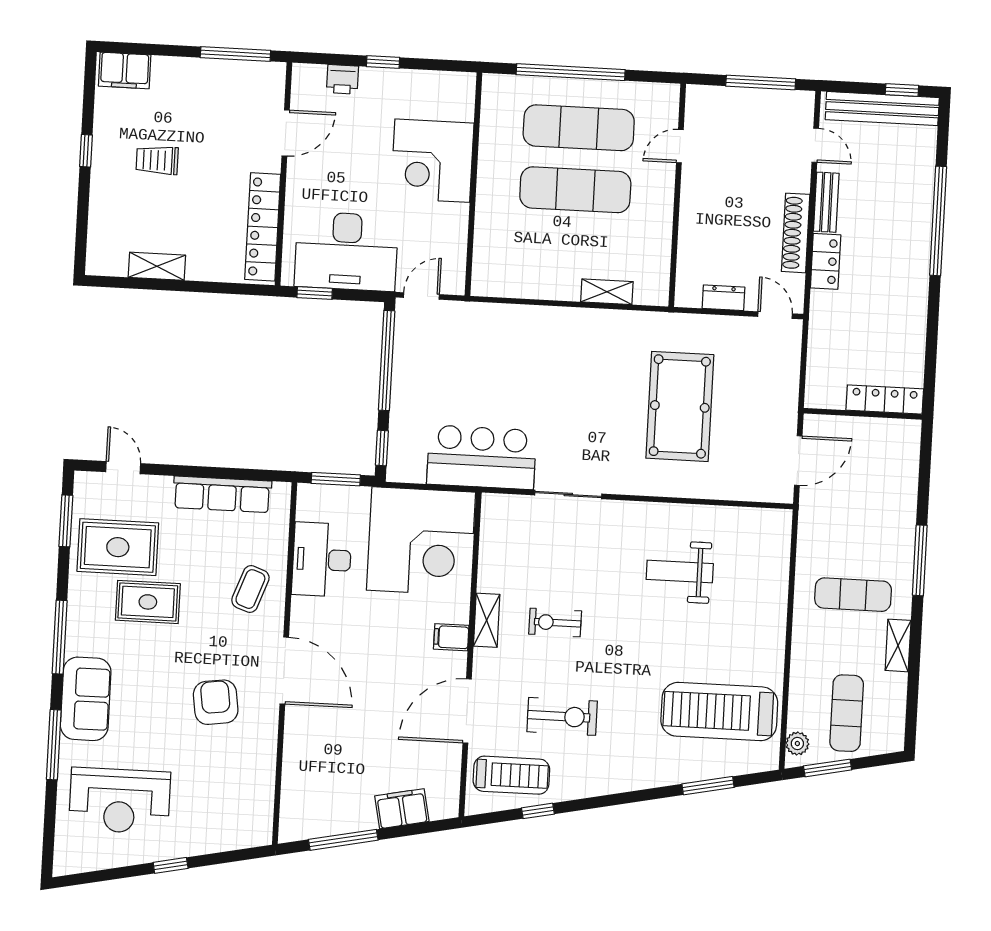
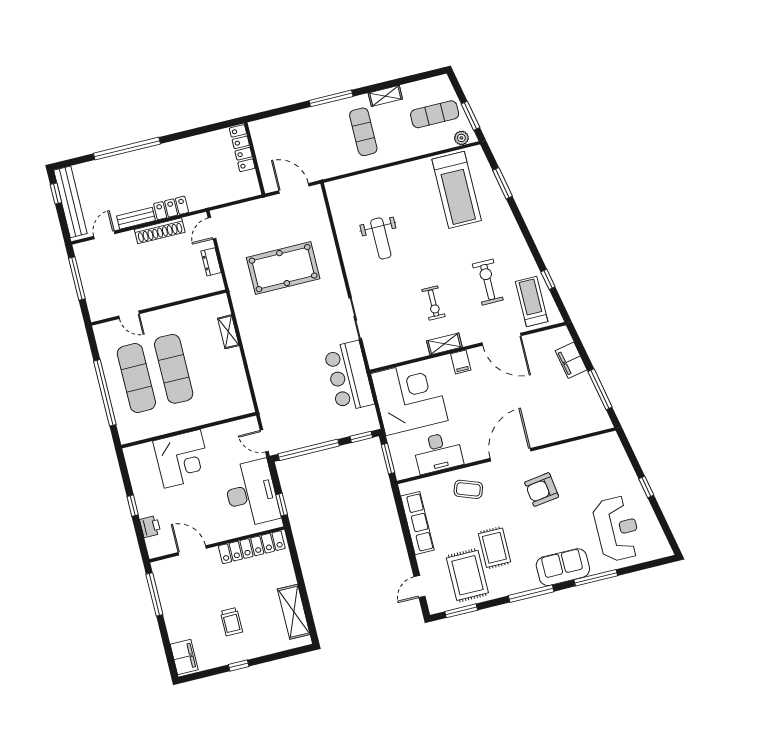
shelving: (157, 266) -> (294, 612), width x1.50, depth x1.33

